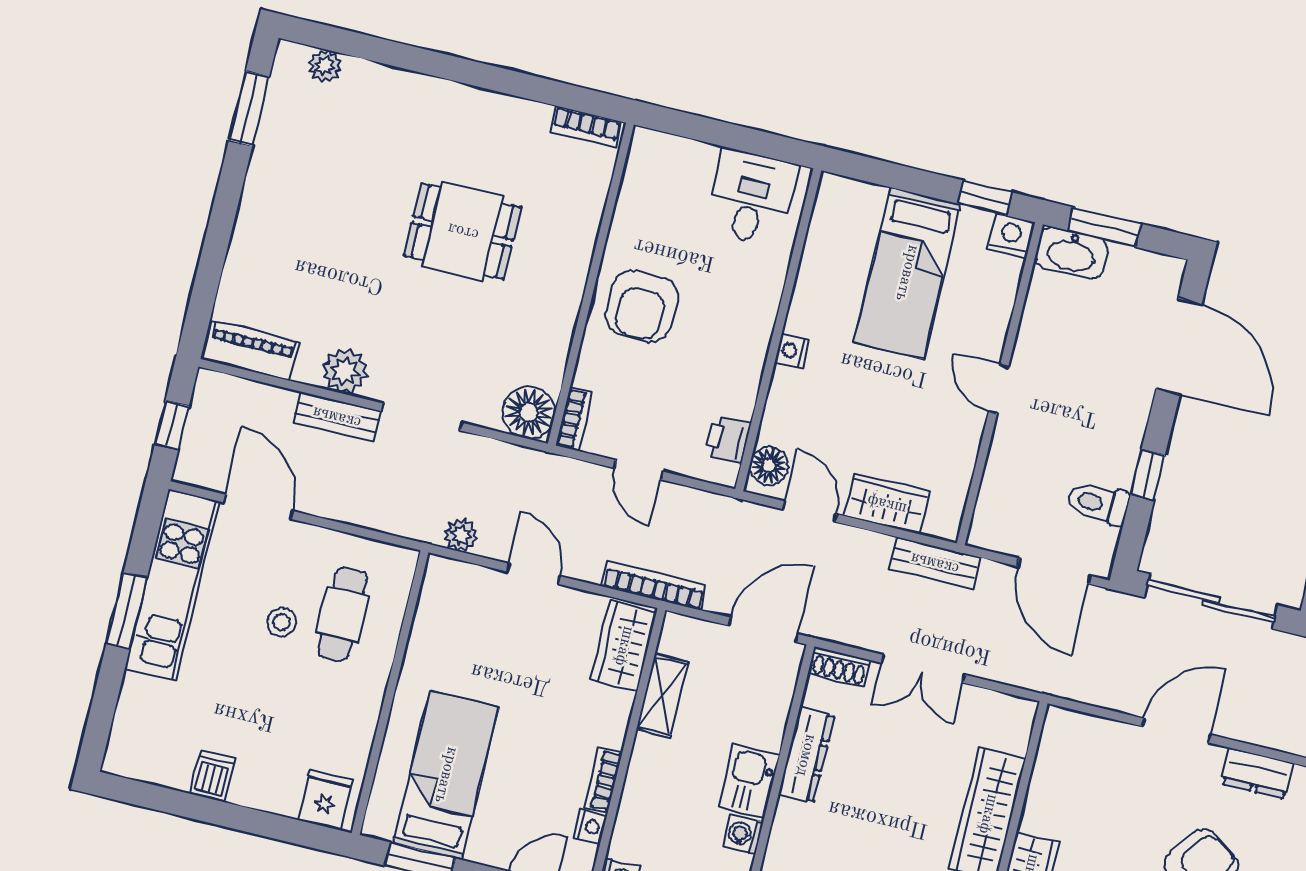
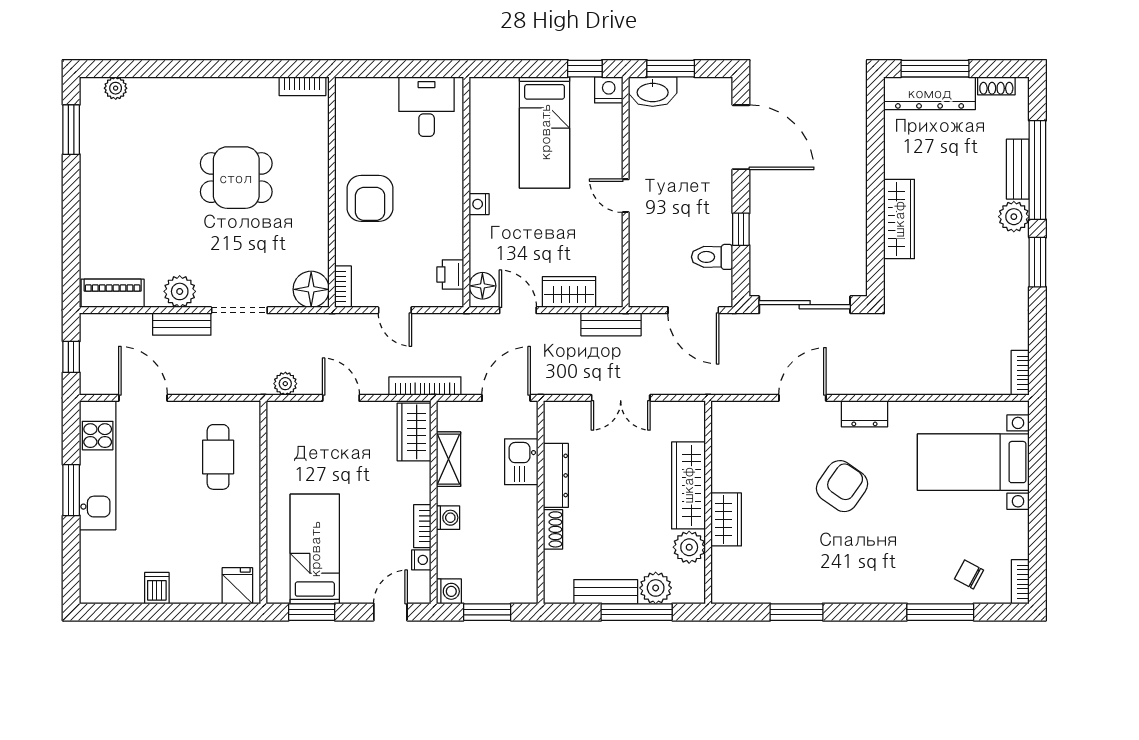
stool: (281, 622) -> (178, 472), removed
shoe rack: (840, 667) -> (553, 529), moved, turned -90
kitchen sink: (749, 781) -> (521, 462), moved
washing machine: (743, 834) -> (448, 518), moved, turned 180

